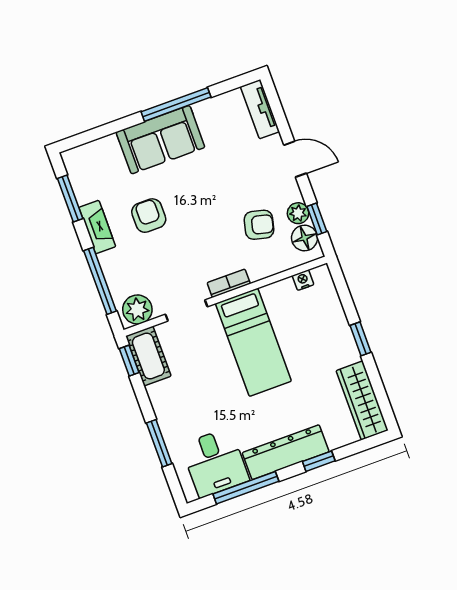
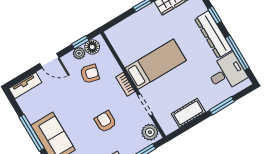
door: (295, 159) -> (49, 61), swing flipped
armchair: (149, 216) -> (105, 122), moved, turned 90
armchair: (259, 225) -> (90, 74), turned 90
nightstand: (303, 280) -> (116, 43), removed
cot: (148, 356) -> (188, 113), moved
window: (129, 361) -> (179, 131), removed

